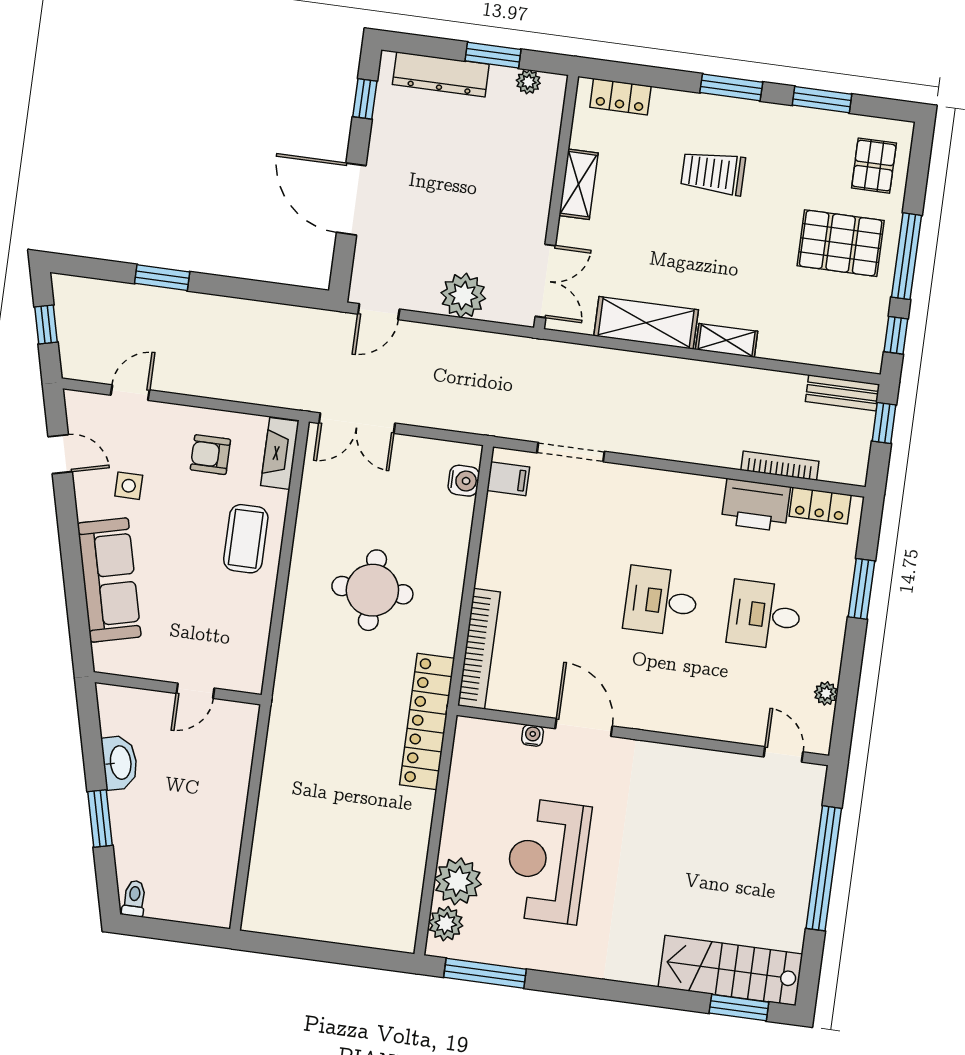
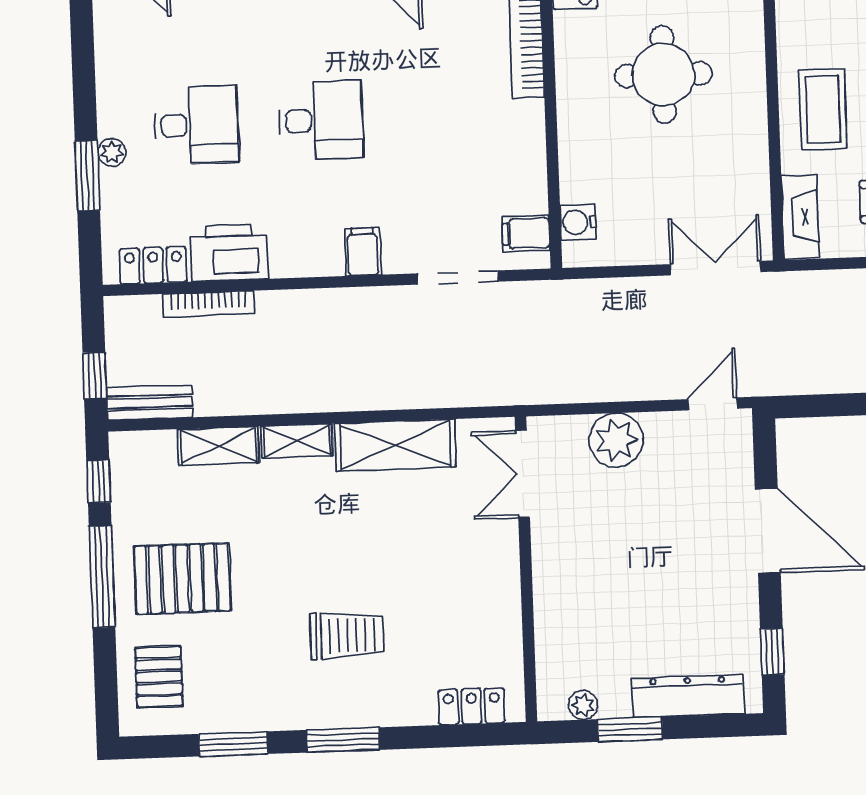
shelving: (579, 184) -> (218, 446), moved, turned 90
filing cabinet: (645, 487) -> (363, 252), added
plant: (826, 693) -> (112, 152), moved

